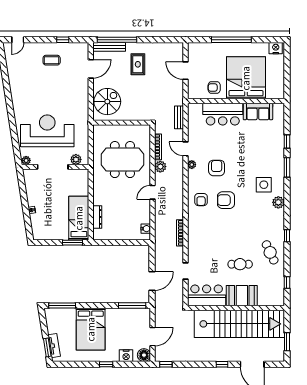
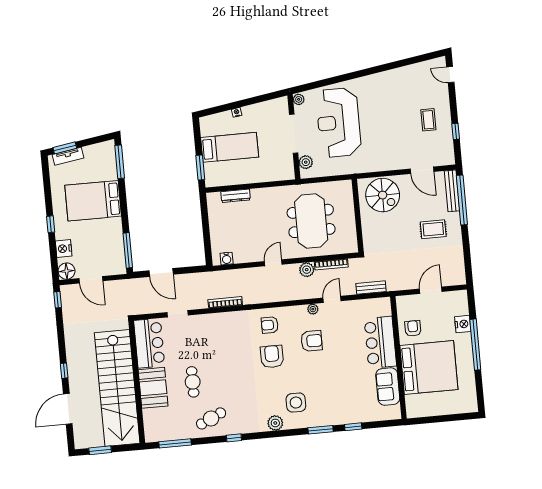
nightstand: (276, 48) -> (463, 324), moved
reception desk: (47, 131) -> (339, 123), turned 180
door: (153, 192) -> (273, 263), hinge flipped
bed: (79, 218) -> (230, 147), moved
window: (287, 282) -> (175, 443), width x2.17

